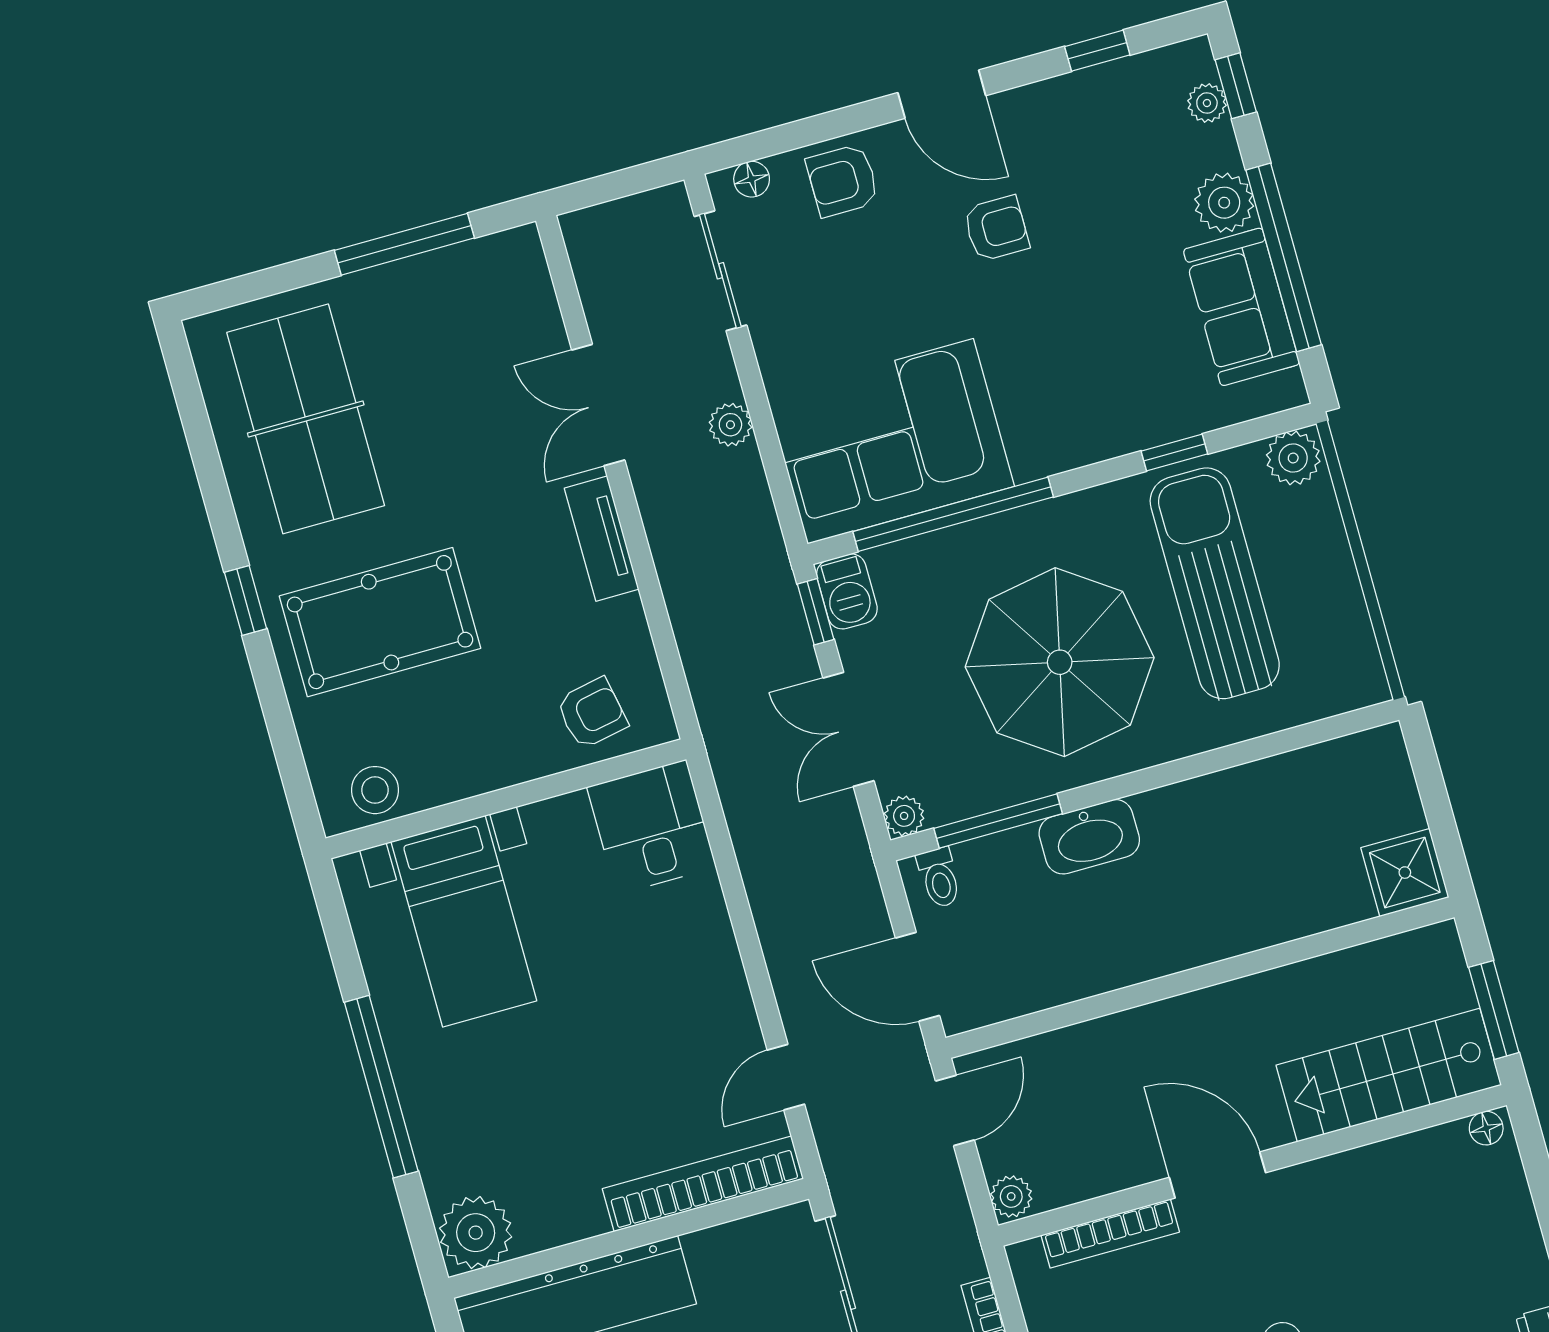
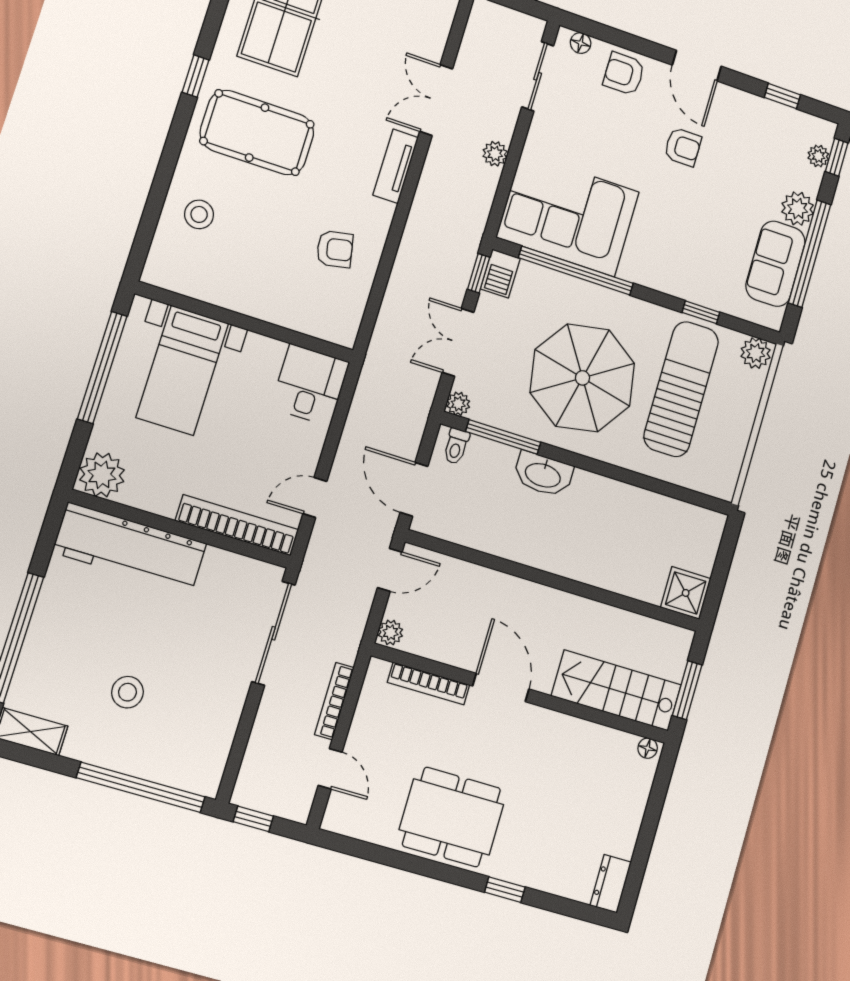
wall: (506, 799) -> (245, 322), moved
desk: (651, 827) -> (310, 385), moved
bed with nightstands: (464, 921) -> (182, 370), moved

